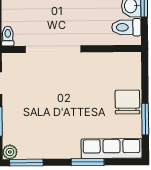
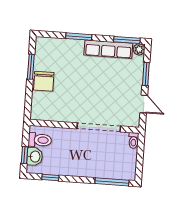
row of seats: (112, 149) -> (108, 49), moved

